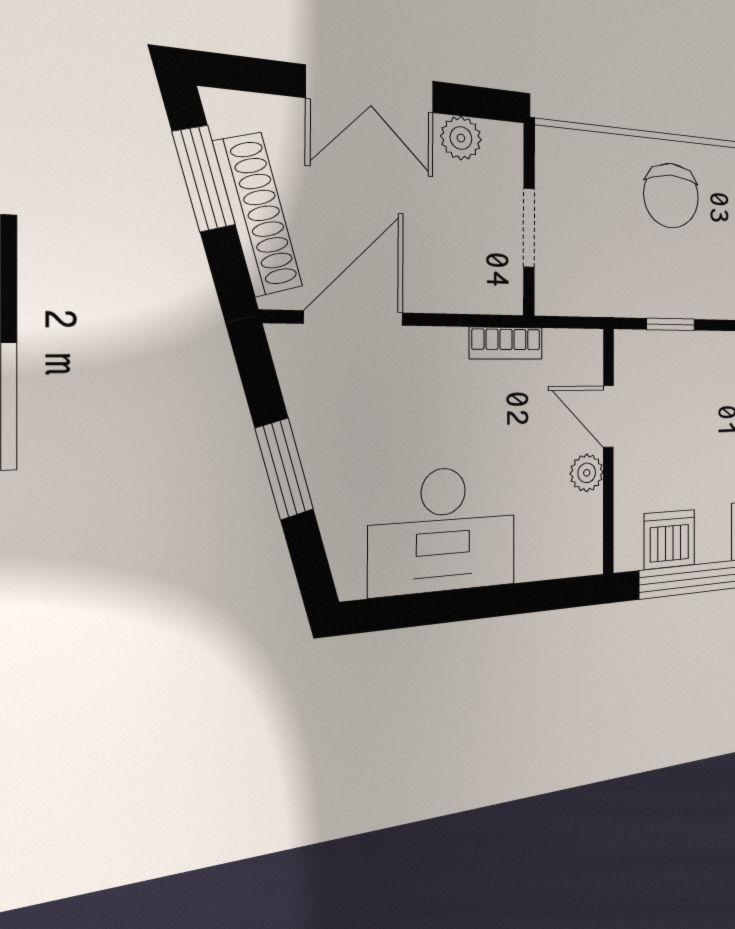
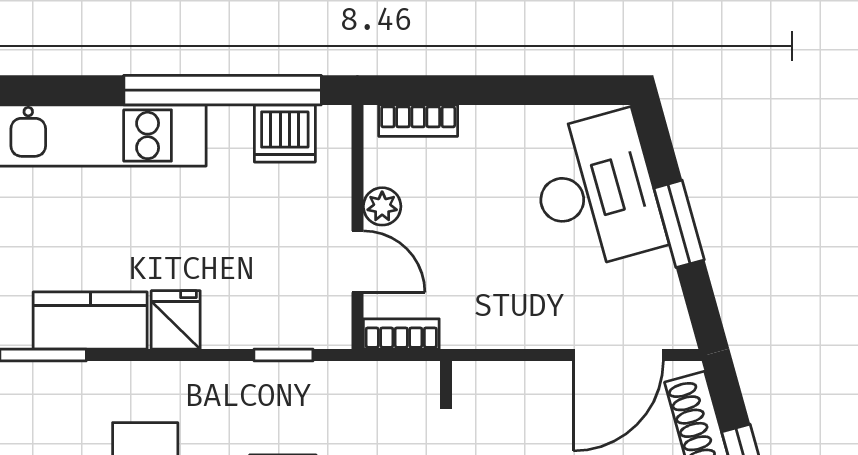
bookcase: (506, 343) -> (401, 334), moved
desk: (443, 530) -> (596, 190), moved, turned 74
bookcase: (554, 563) -> (418, 121), added

